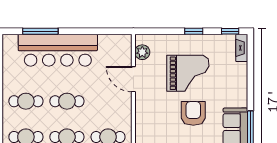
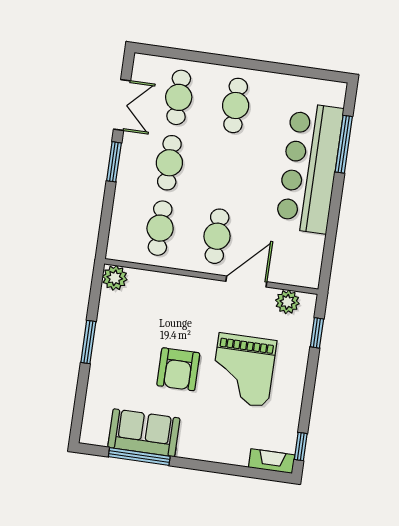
window: (194, 31) -> (317, 333), moved
cafe table: (67, 101) -> (217, 236), moved
armchair: (193, 113) -> (178, 369), turned 90

